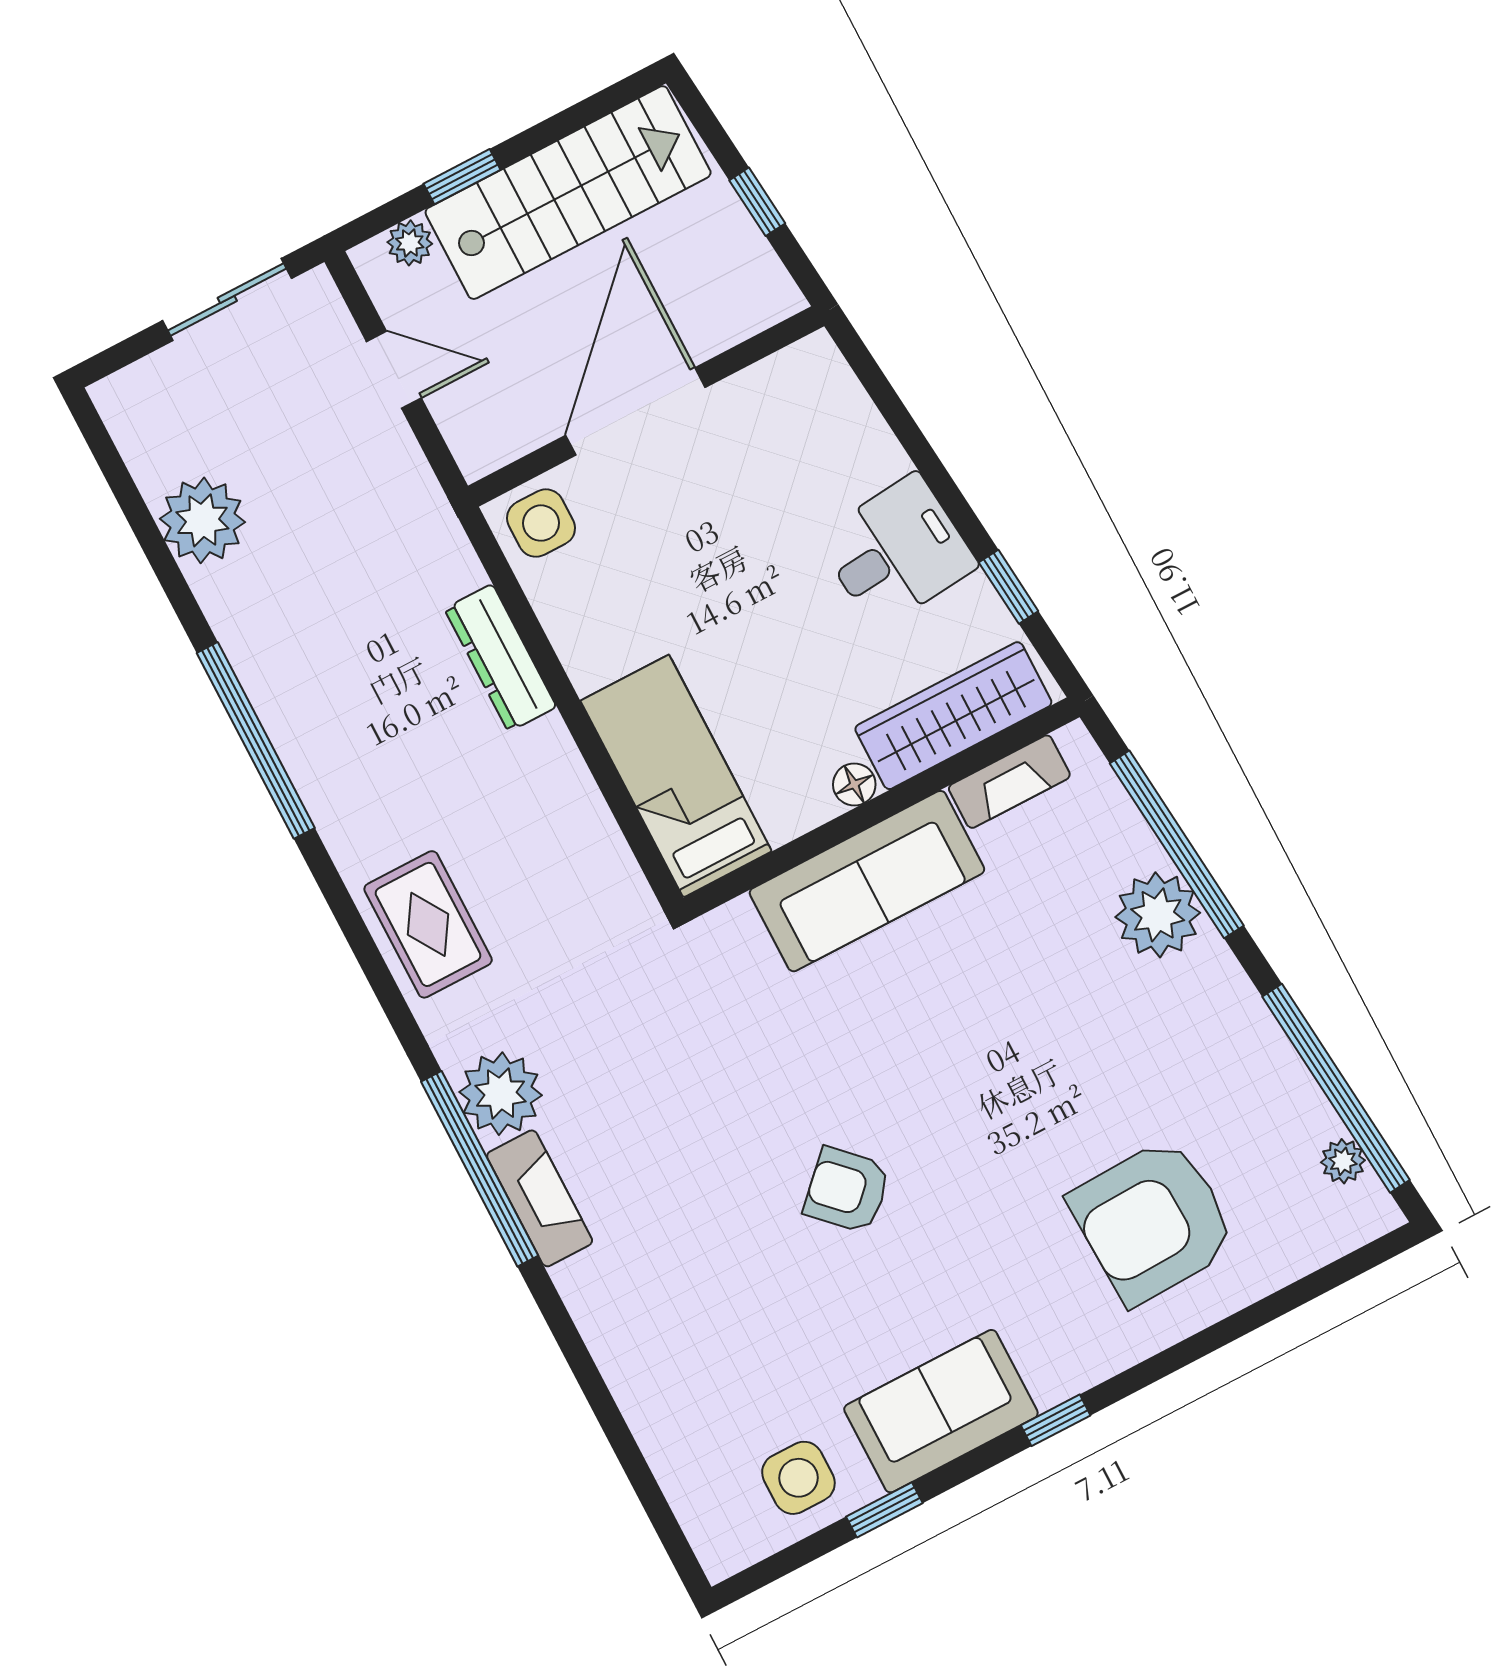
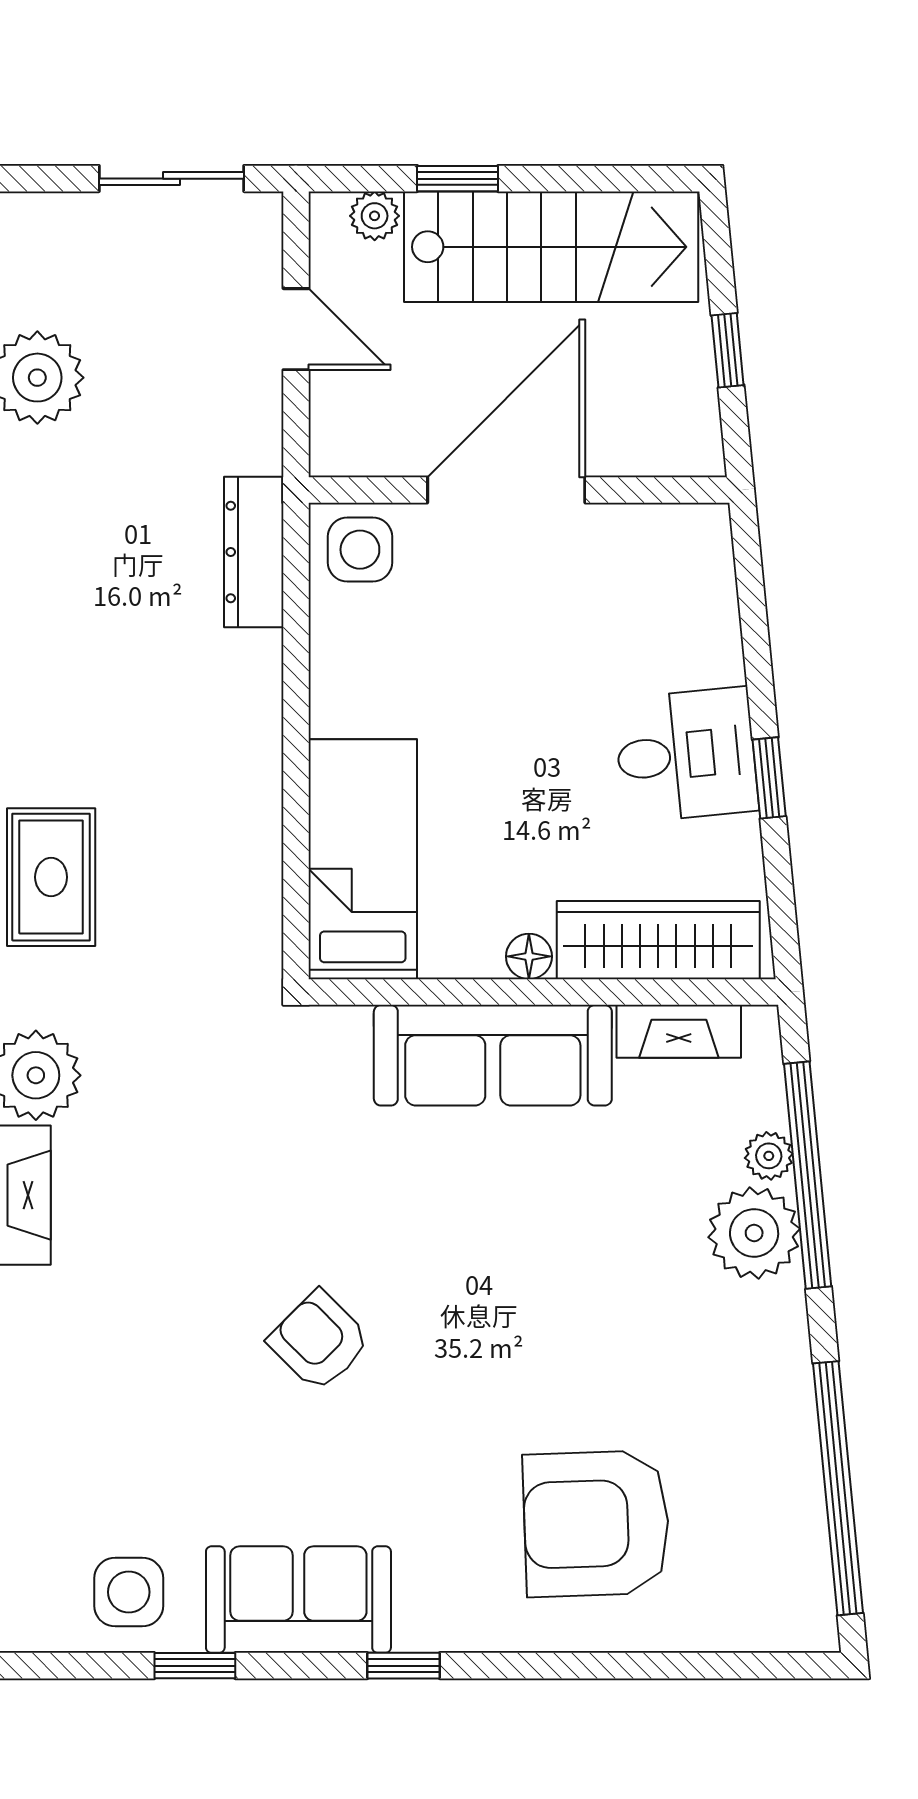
window: (1009, 587) -> (769, 778), moved
dresser: (500, 658) -> (254, 552), moved
plant: (1343, 1161) -> (769, 1156), moved

